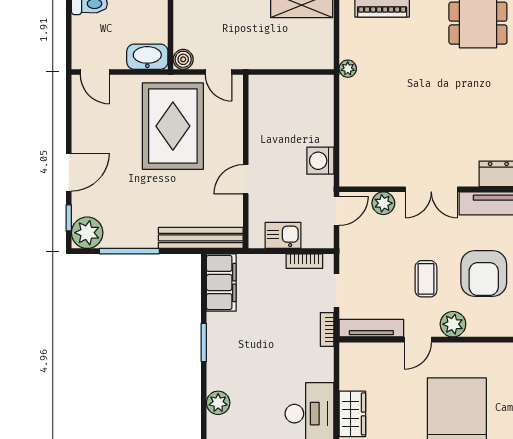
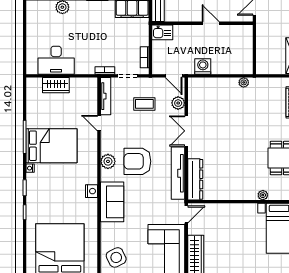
plant: (348, 69) -> (244, 82), moved
door: (246, 179) -> (211, 23), moved
kitchen sink: (283, 235) -> (162, 32), moved, turned 90
coffee table: (426, 279) -> (144, 104), moved
plant: (453, 324) -> (108, 161), moved

